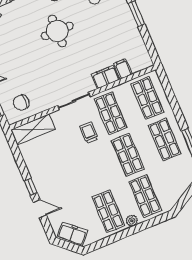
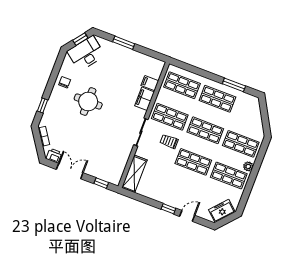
chair: (21, 103) -> (111, 165), removed
shop shelf: (91, 170) -> (193, 162), added

